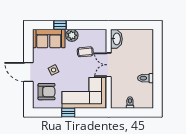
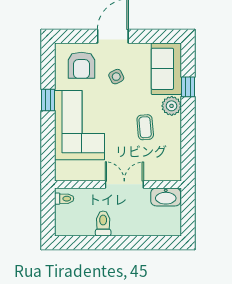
washbasin: (116, 39) -> (166, 197), moved
double door: (109, 65) -> (124, 184), moved
wall: (109, 69) -> (118, 184), moved

